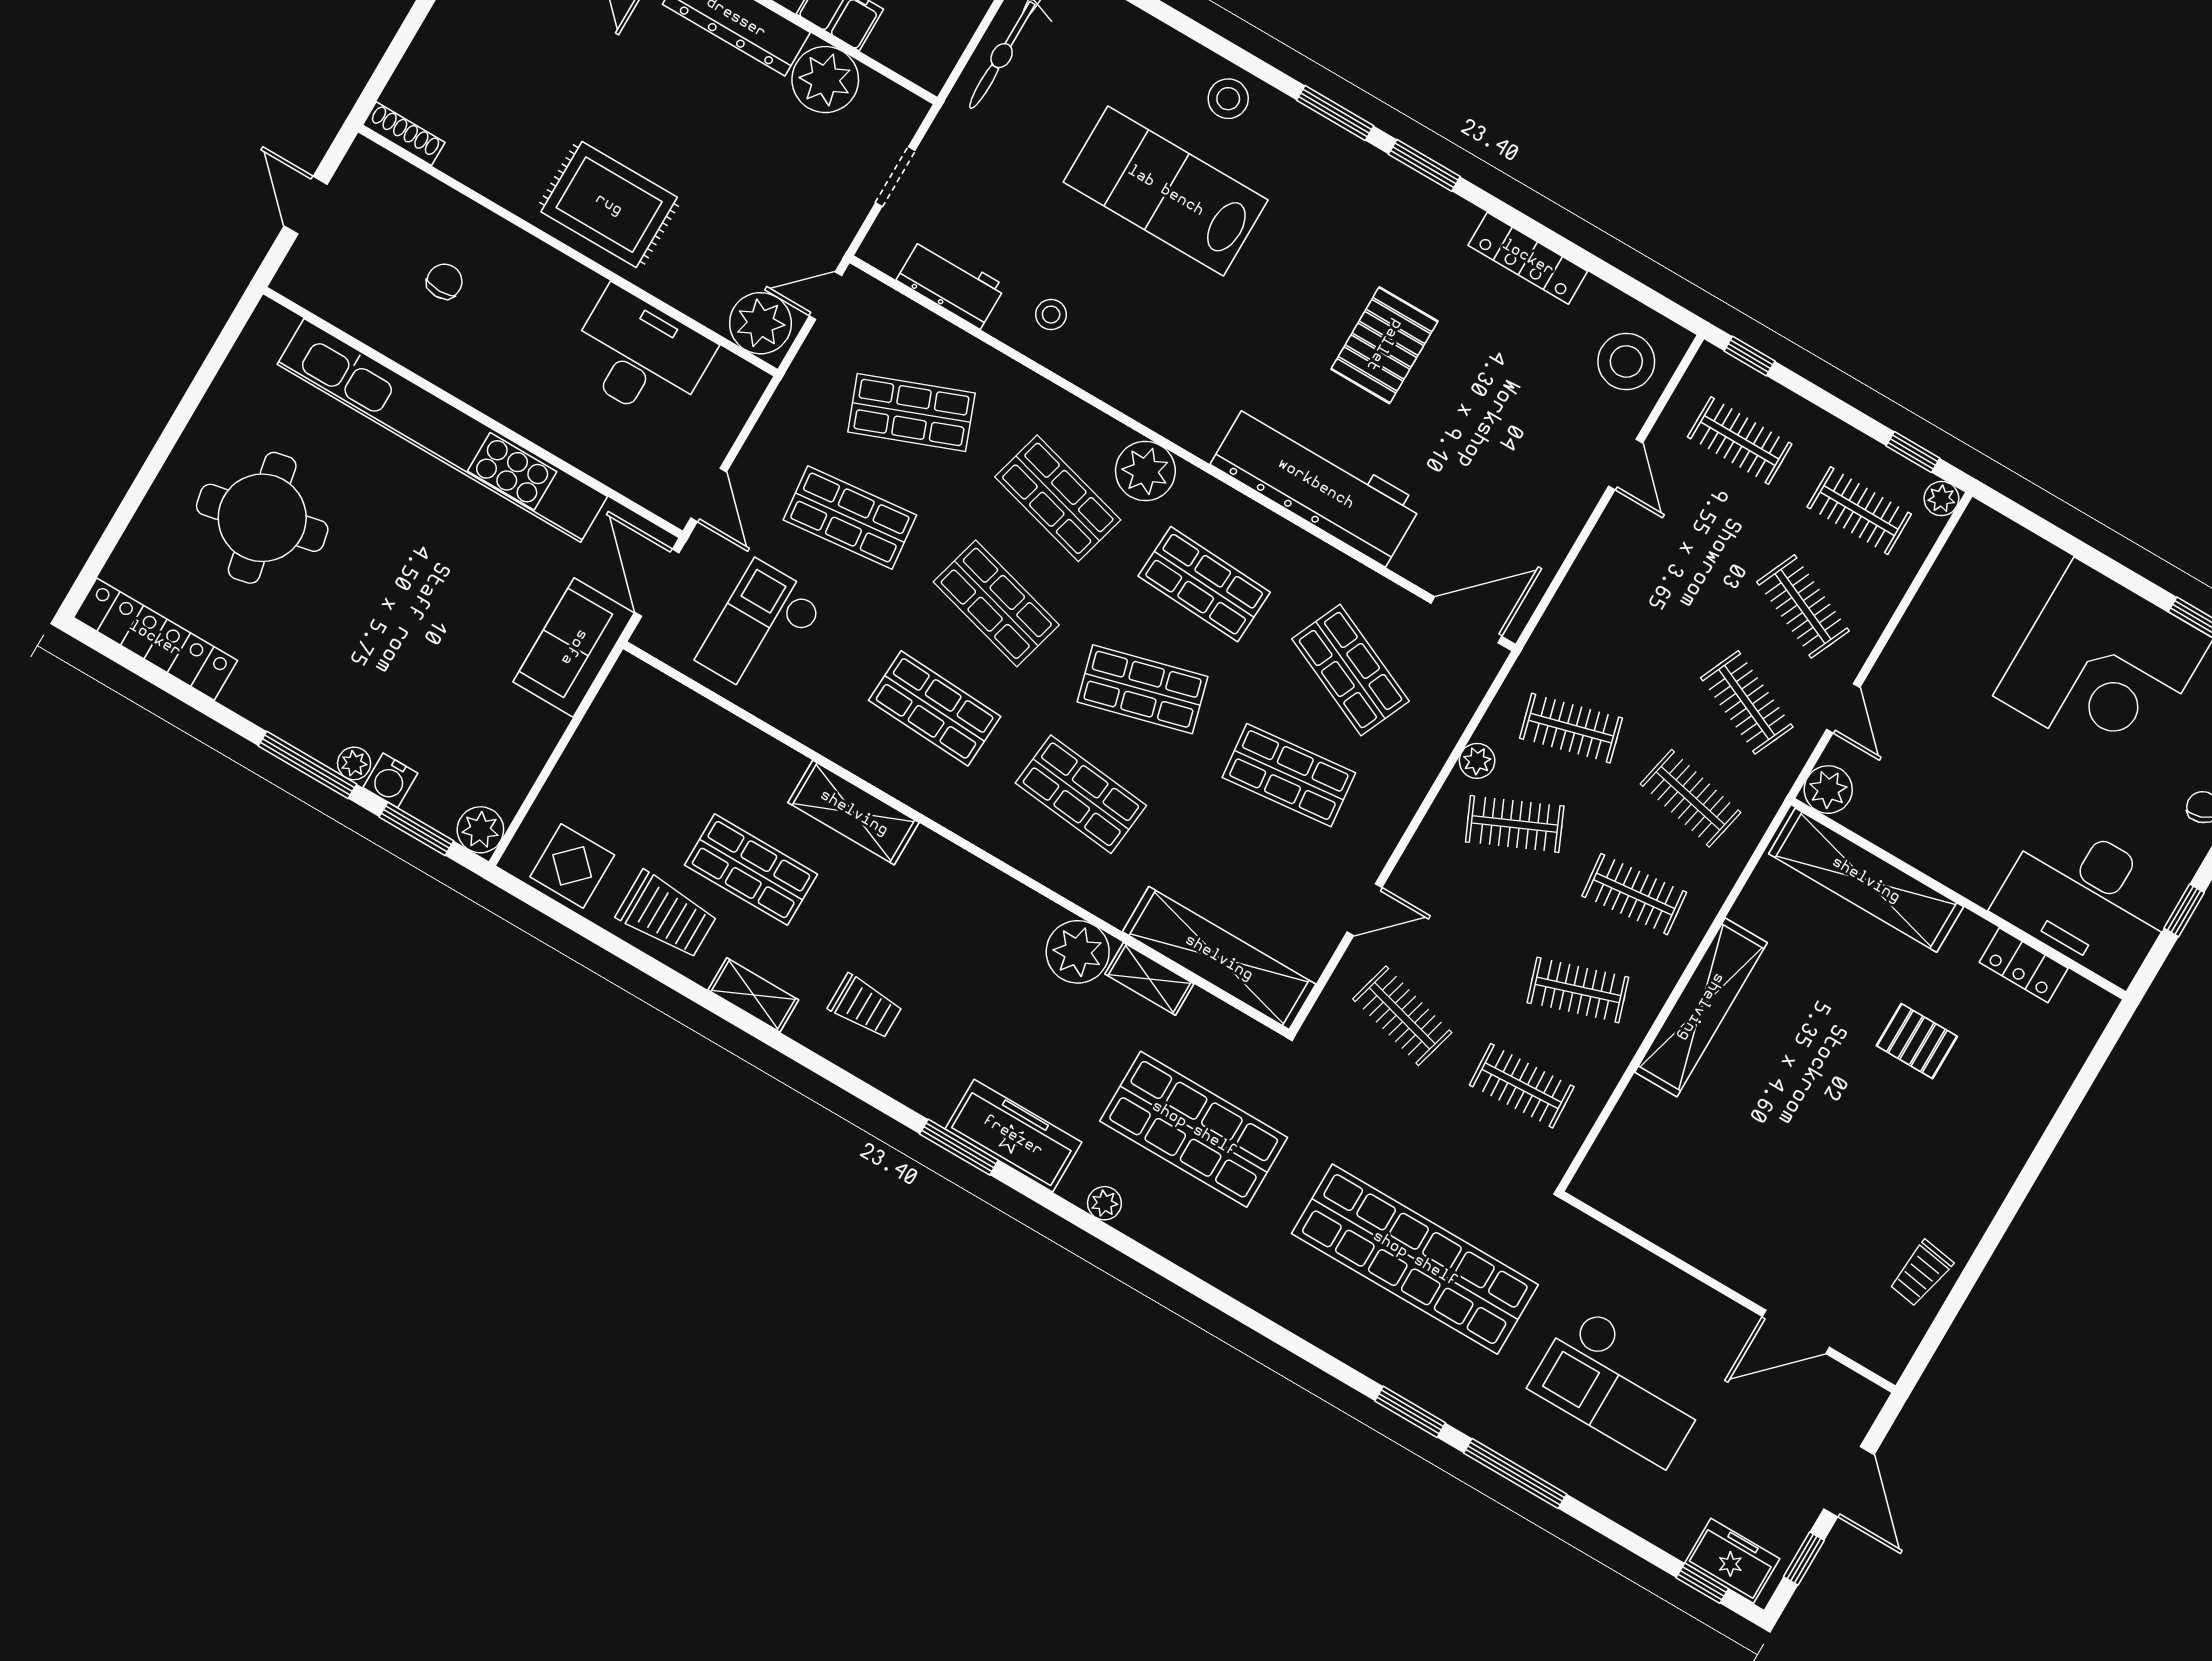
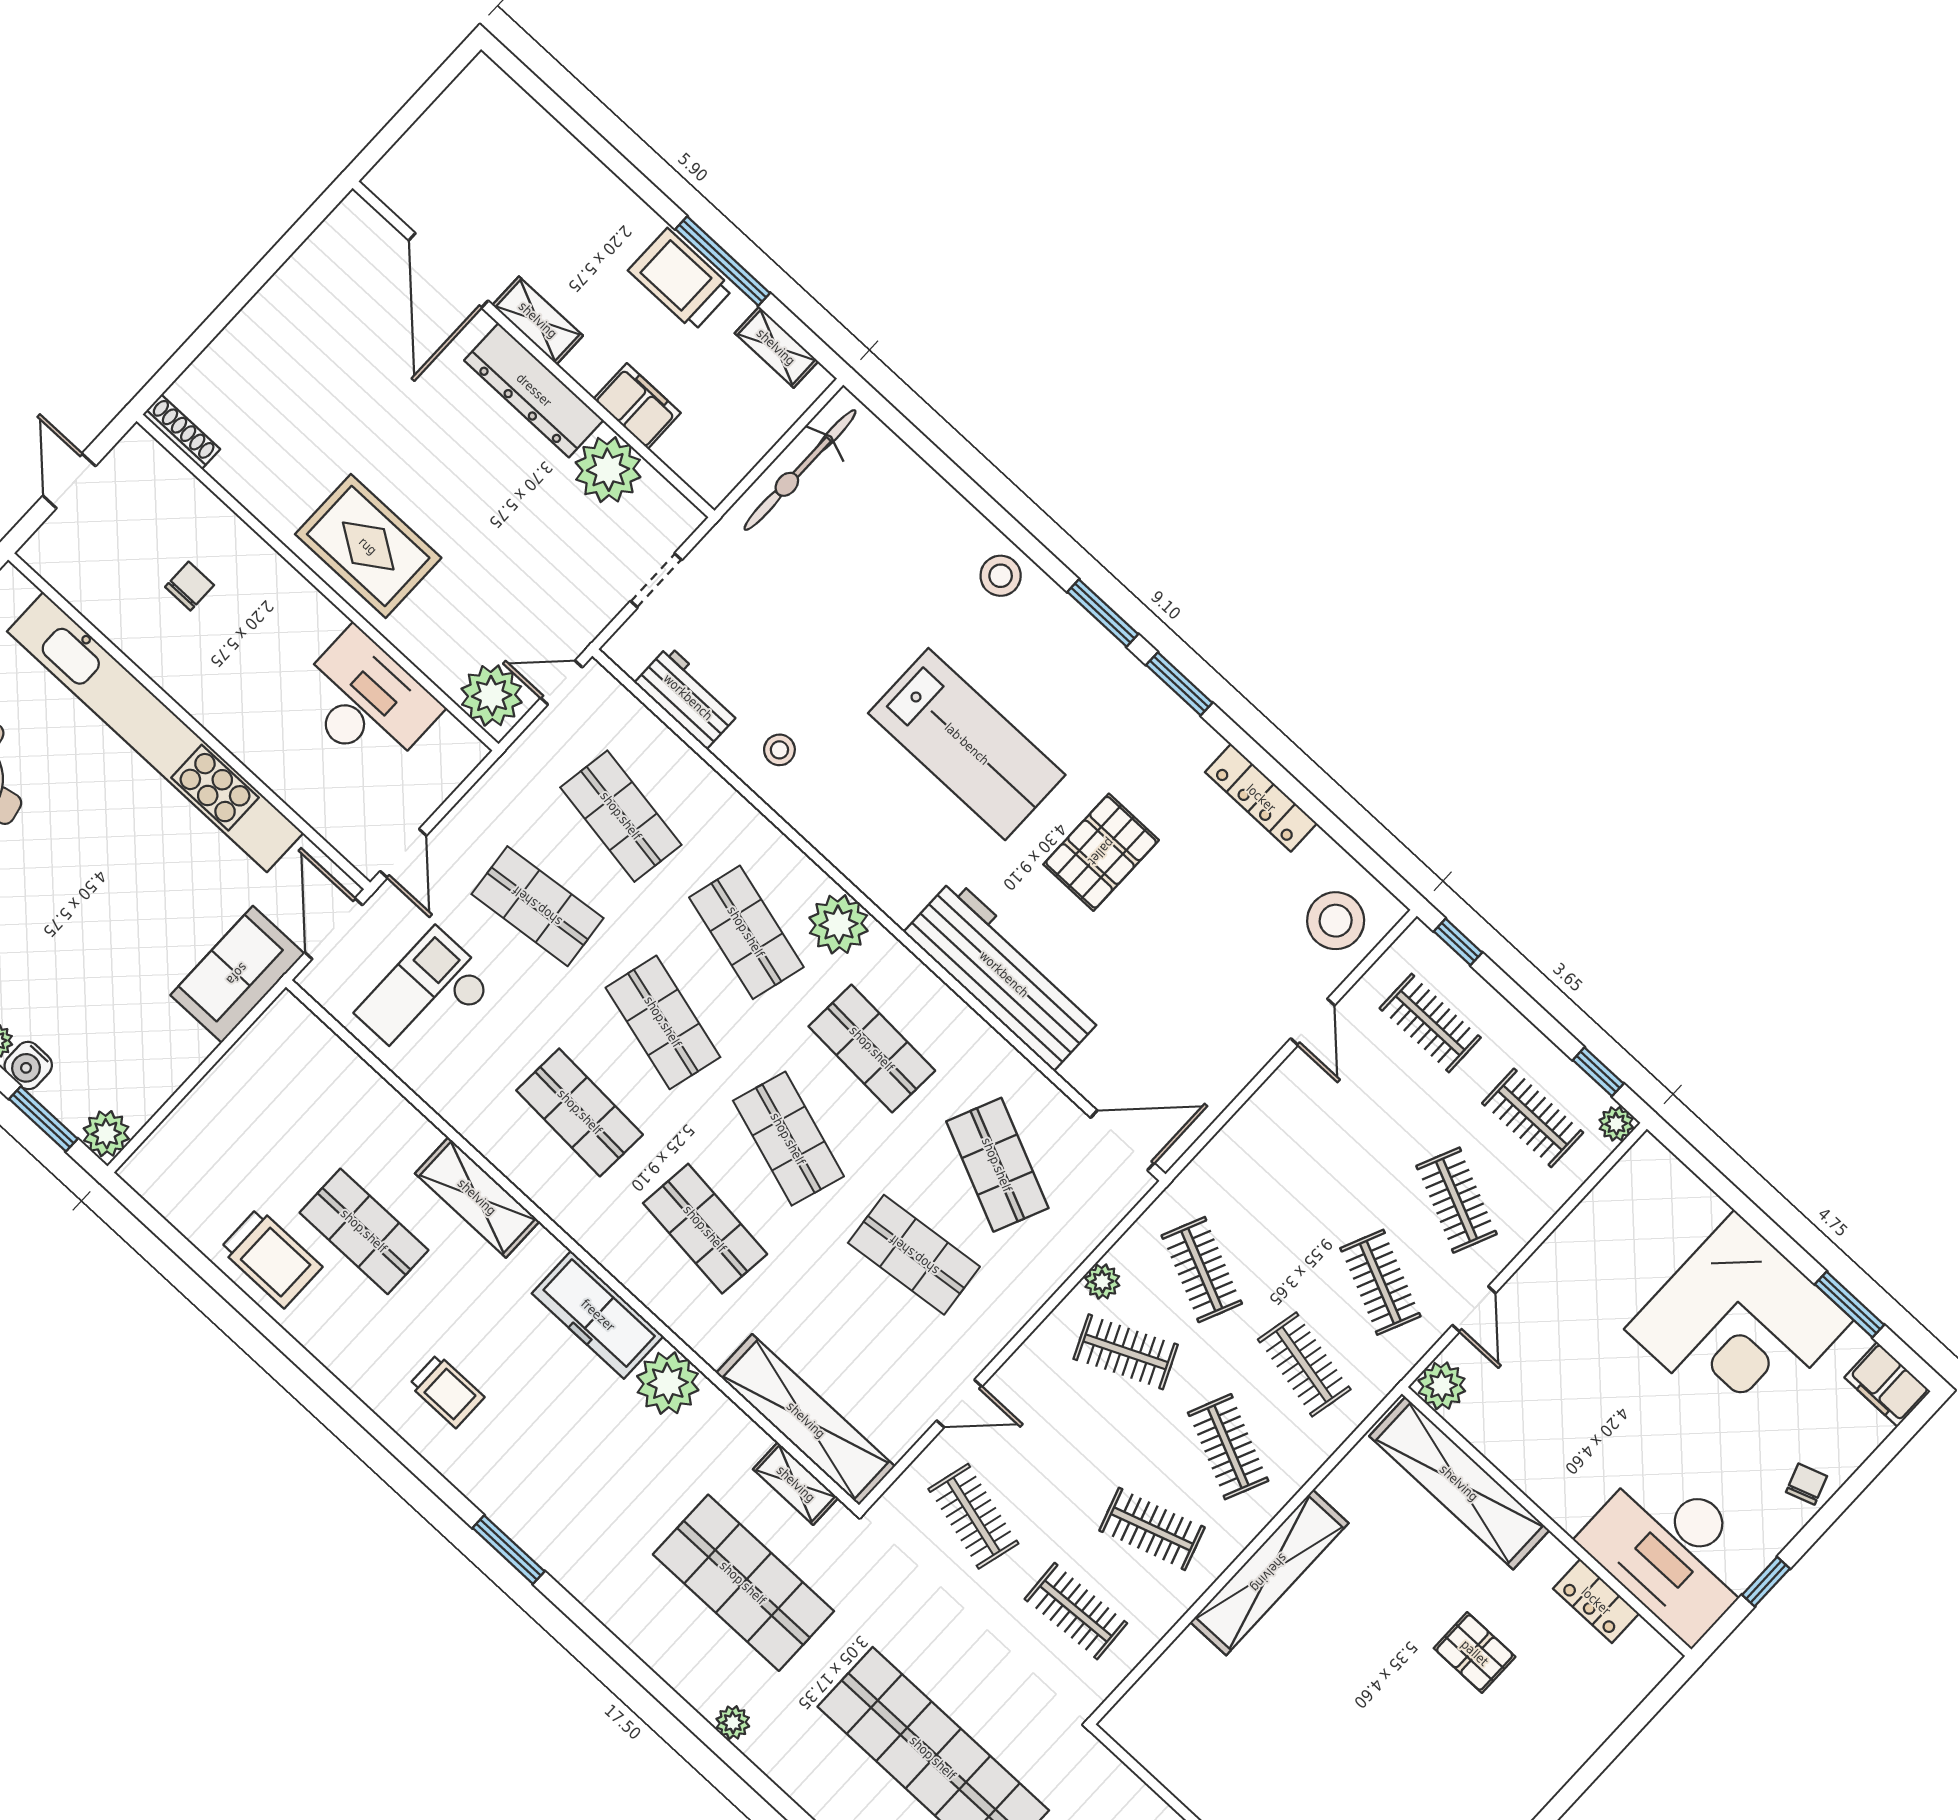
lab bench: (1166, 191) -> (967, 744), moved, turned 180
shop shelf: (911, 412) -> (621, 816), turned 30
shop shelf: (1143, 689) -> (788, 1139), turned 33
clothes rail: (1571, 728) -> (1202, 1270), turned 39
display table: (572, 866) -> (189, 1189), removed
clothes rail: (1634, 894) -> (1228, 1447), turned 30
shelving: (1149, 979) -> (796, 1484), moved
shelving: (753, 995) -> (339, 1355), removed
freezer: (1013, 1136) -> (598, 1315), moved, turned 180
plant: (1104, 1203) -> (733, 1723), moved

